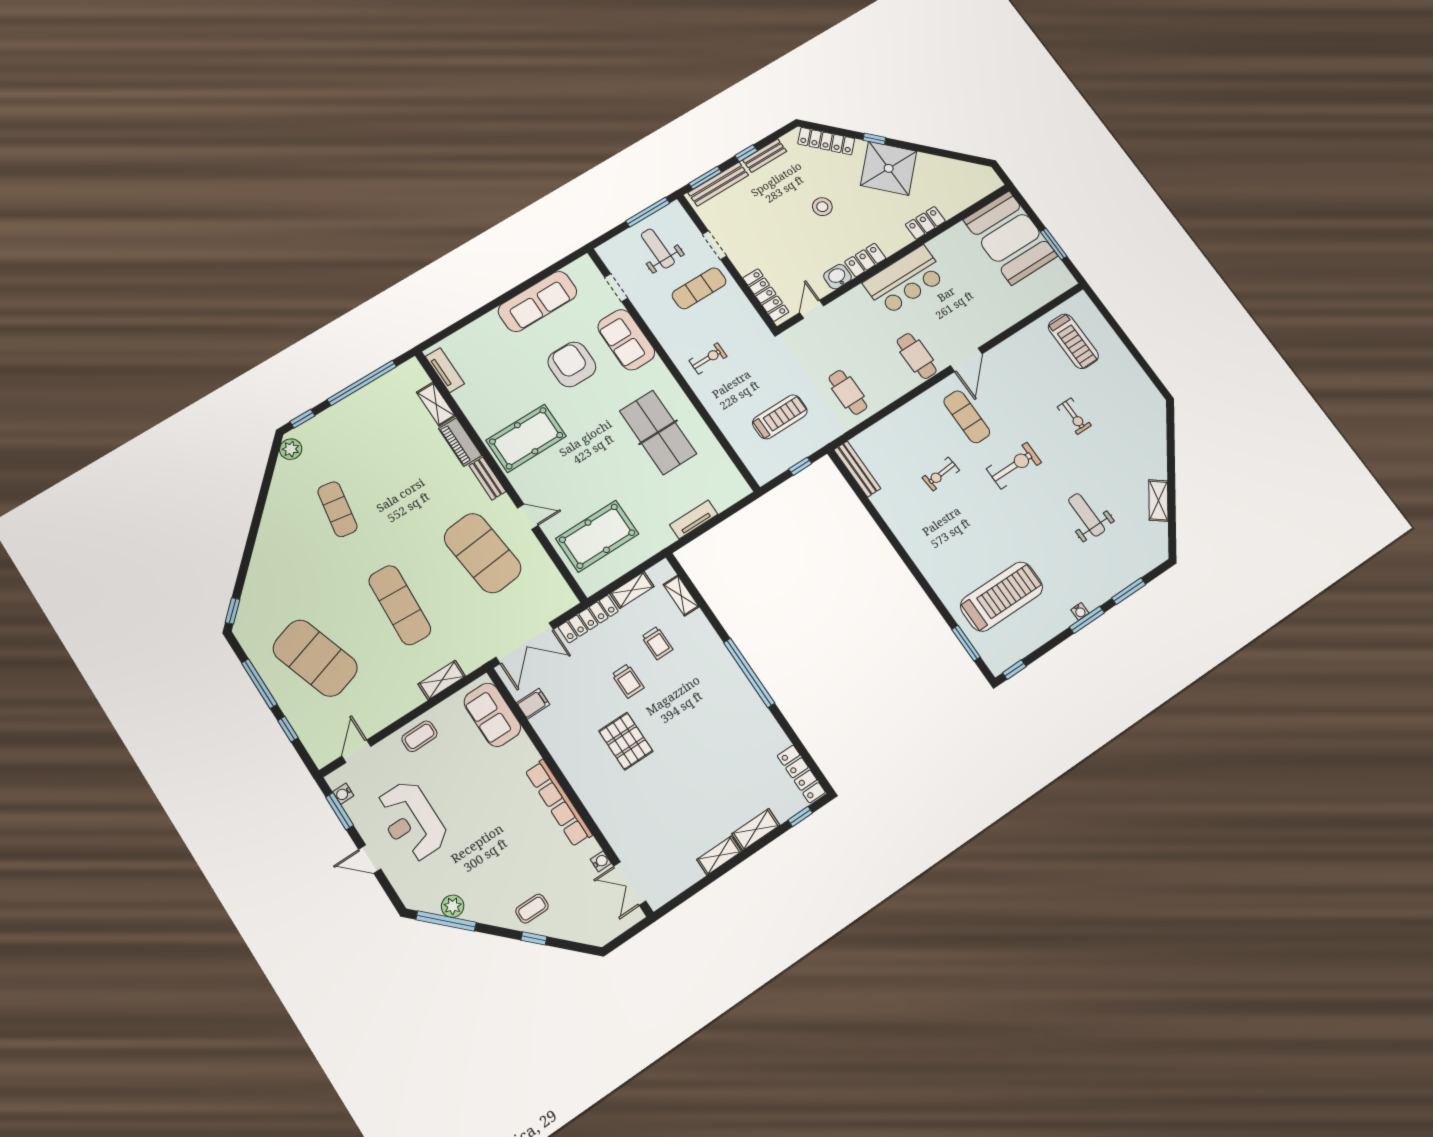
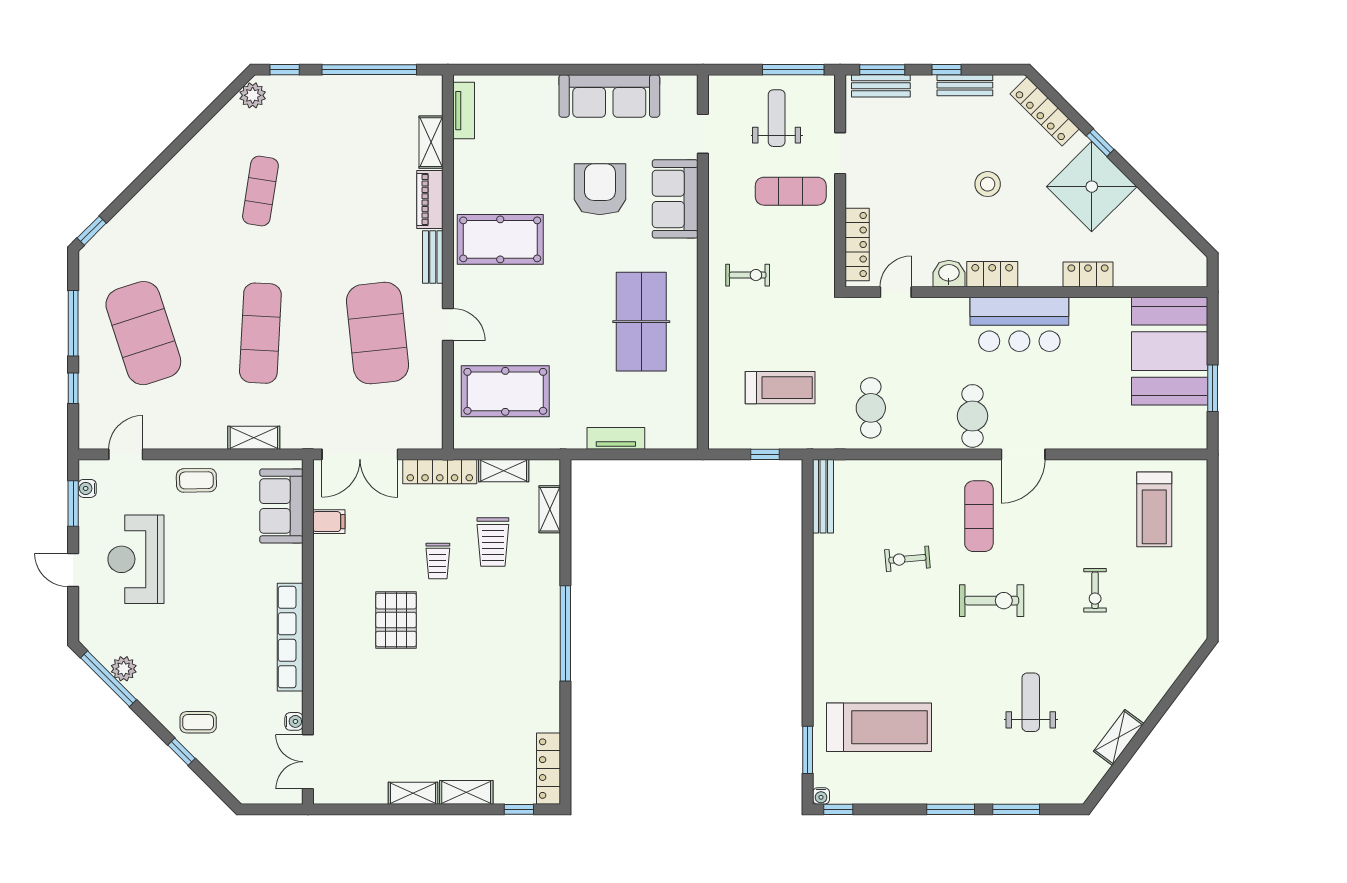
bench: (718, 184) -> (881, 86), width x0.73
water cooler: (1080, 611) -> (821, 796), moved
trolley: (657, 643) -> (493, 542), width x1.36, depth x1.39

